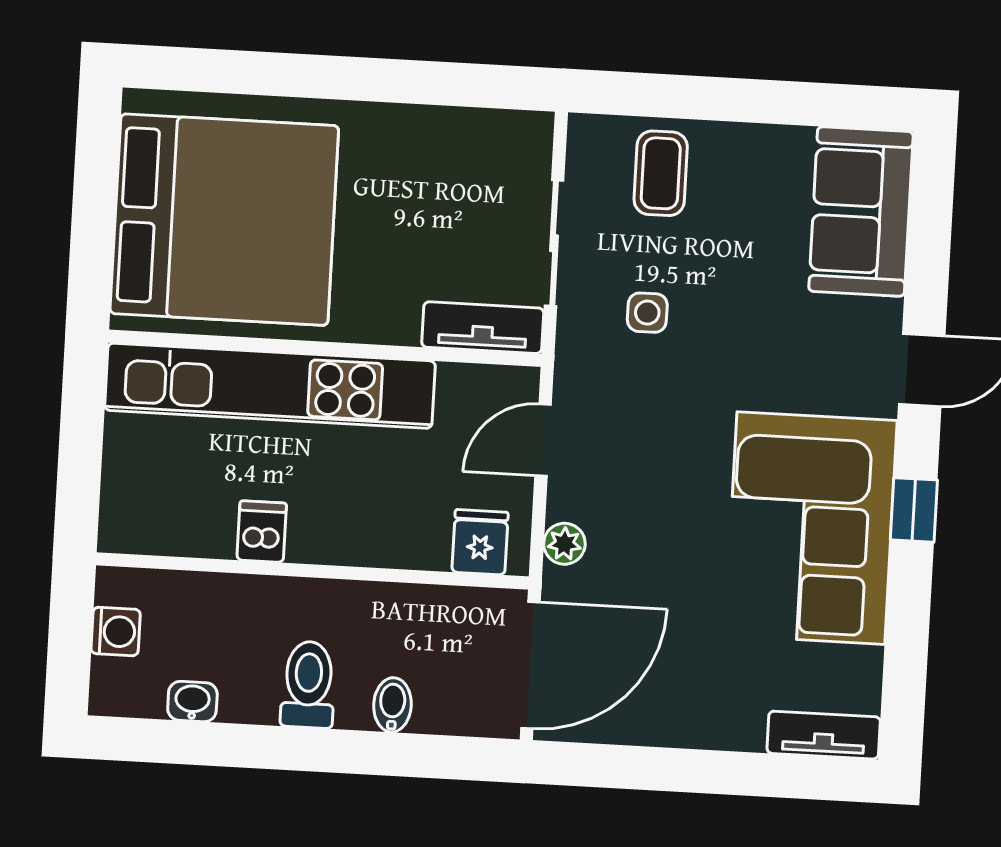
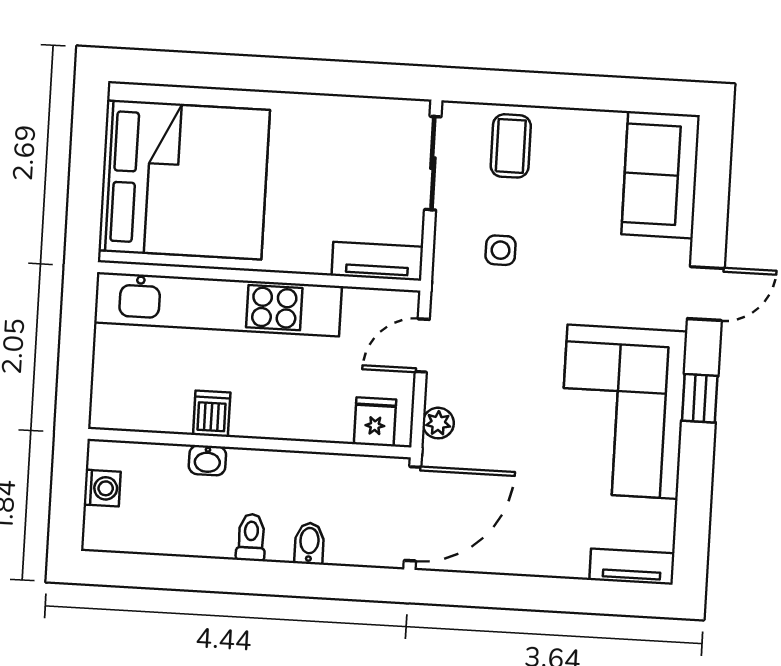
sliding door: (554, 243) -> (433, 163), moved
toilet: (308, 685) -> (251, 537), width x0.73, depth x0.72
washbasin: (192, 701) -> (207, 460), moved, turned 180

